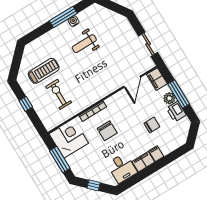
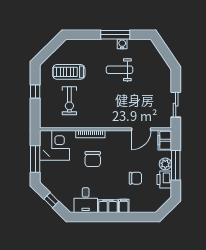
treadmill: (44, 71) -> (69, 72), turned 180
exercise bike: (59, 94) -> (69, 101), turned 180

